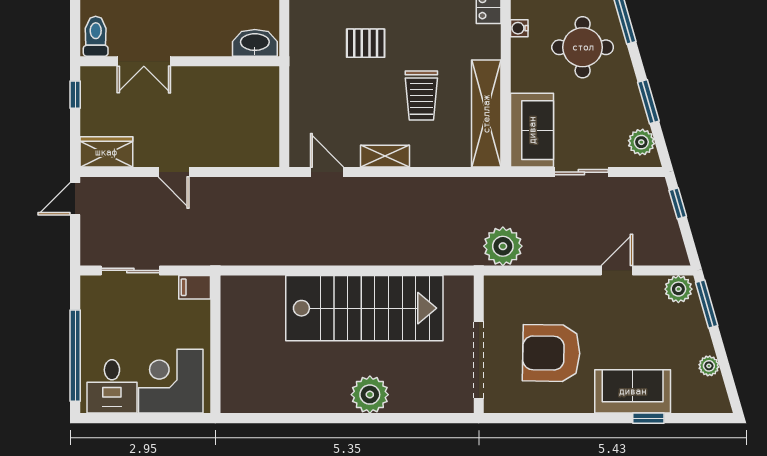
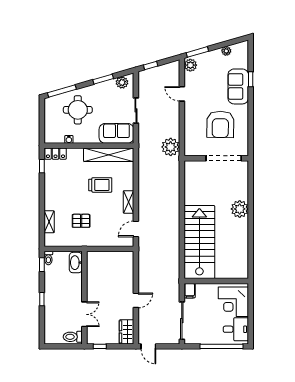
pallet: (366, 43) -> (81, 221), moved, turned 90
sliding door: (130, 270) -> (182, 321), width x1.37
stairs: (364, 308) -> (199, 242), moved

